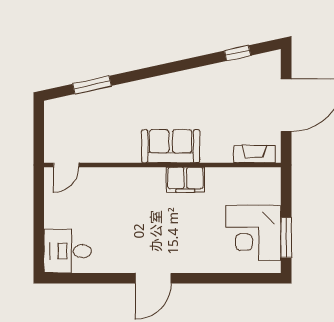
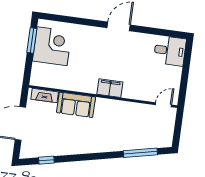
window: (92, 85) -> (140, 153), width x1.44
sofa: (171, 146) -> (76, 105), moved
filing cabinet: (185, 180) -> (110, 88), moved

